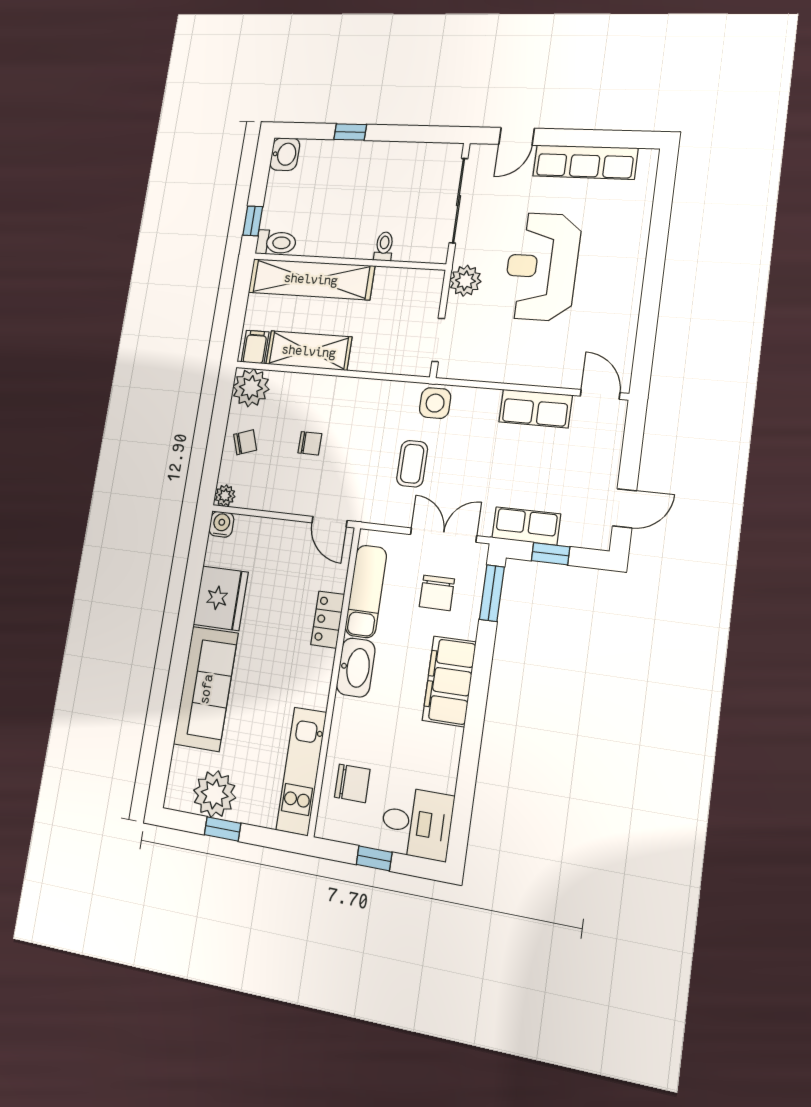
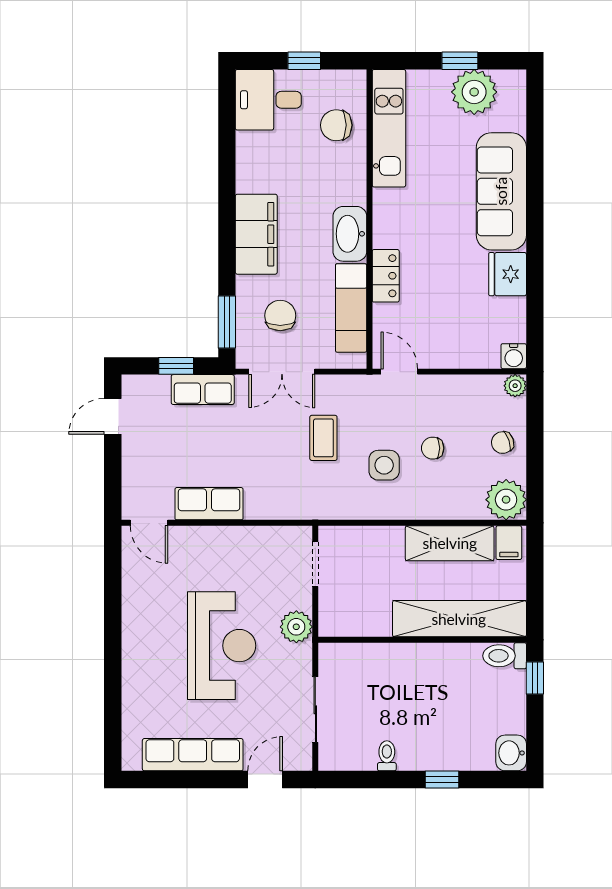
sliding door: (459, 201) -> (315, 710), width x0.73
toilet: (384, 246) -> (387, 756), moved, turned 180
side table: (435, 403) -> (384, 465), moved
fridge: (221, 598) -> (508, 274), width x0.73, depth x0.75

